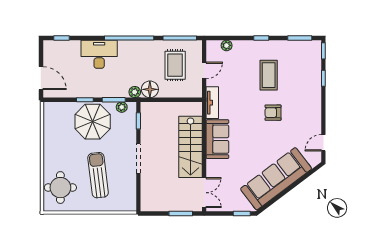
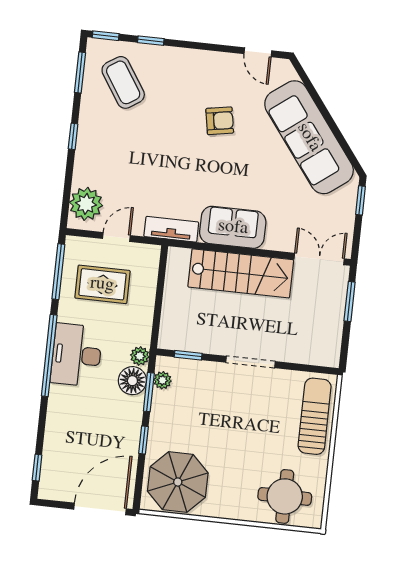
plant: (227, 45) -> (86, 204), width x1.87, depth x1.87
desk: (99, 54) -> (77, 355), moved
door: (204, 70) -> (116, 237), hinge flipped
coffee table: (269, 75) -> (123, 82), moved, turned 57
door: (41, 78) -> (100, 509), width x1.36
floor lamp: (150, 89) -> (132, 381), moved
armchair: (273, 113) -> (220, 121), moved, turned -100
parasol: (93, 122) -> (178, 482), moved
sun lounger: (98, 175) -> (315, 416), moved, turned 97

